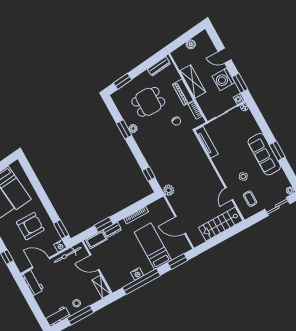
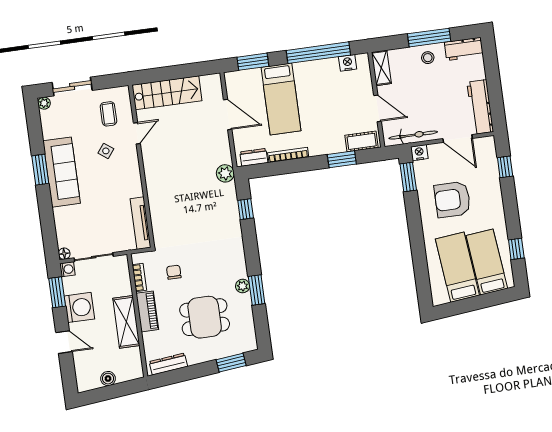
dresser: (112, 230) -> (254, 157), moved
nightstand: (137, 274) -> (348, 63), moved
workbench: (33, 282) -> (480, 107), width x1.38

